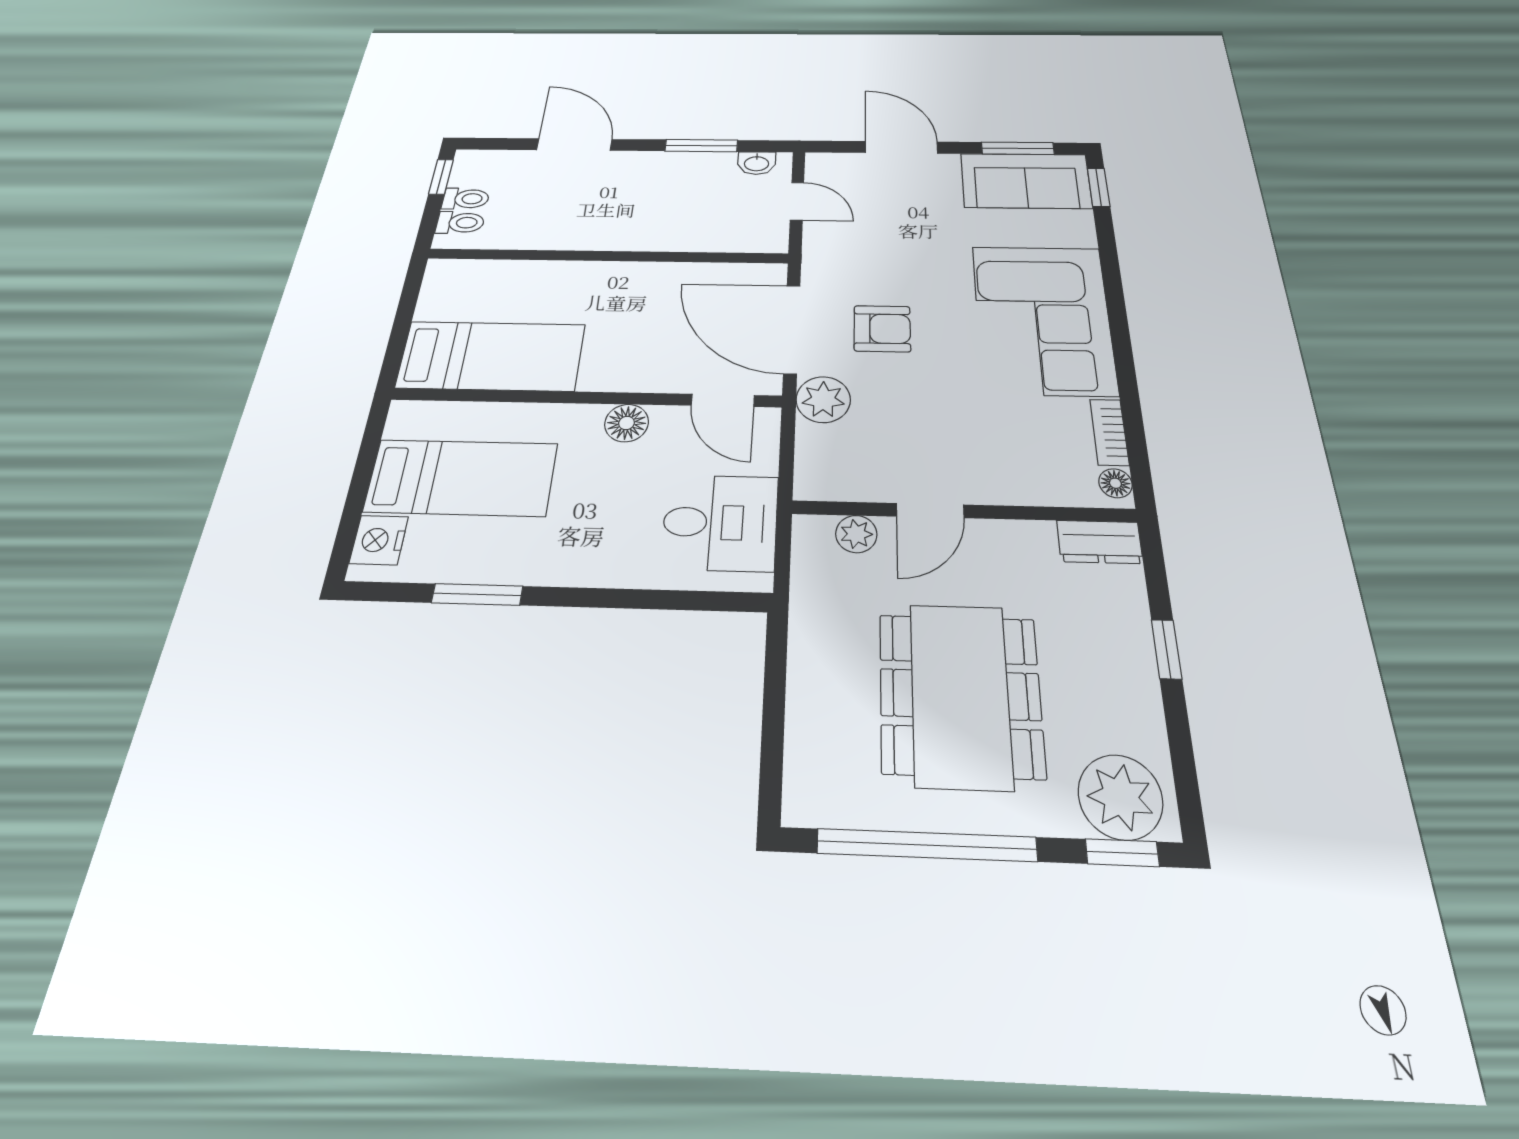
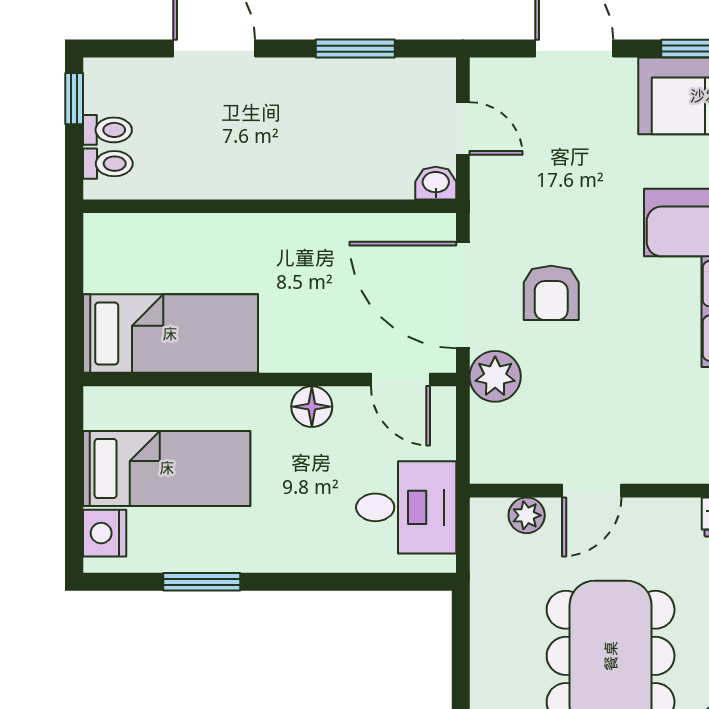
washbasin: (757, 163) -> (436, 183), moved, turned 180
armchair: (882, 329) -> (551, 293), turned 90

